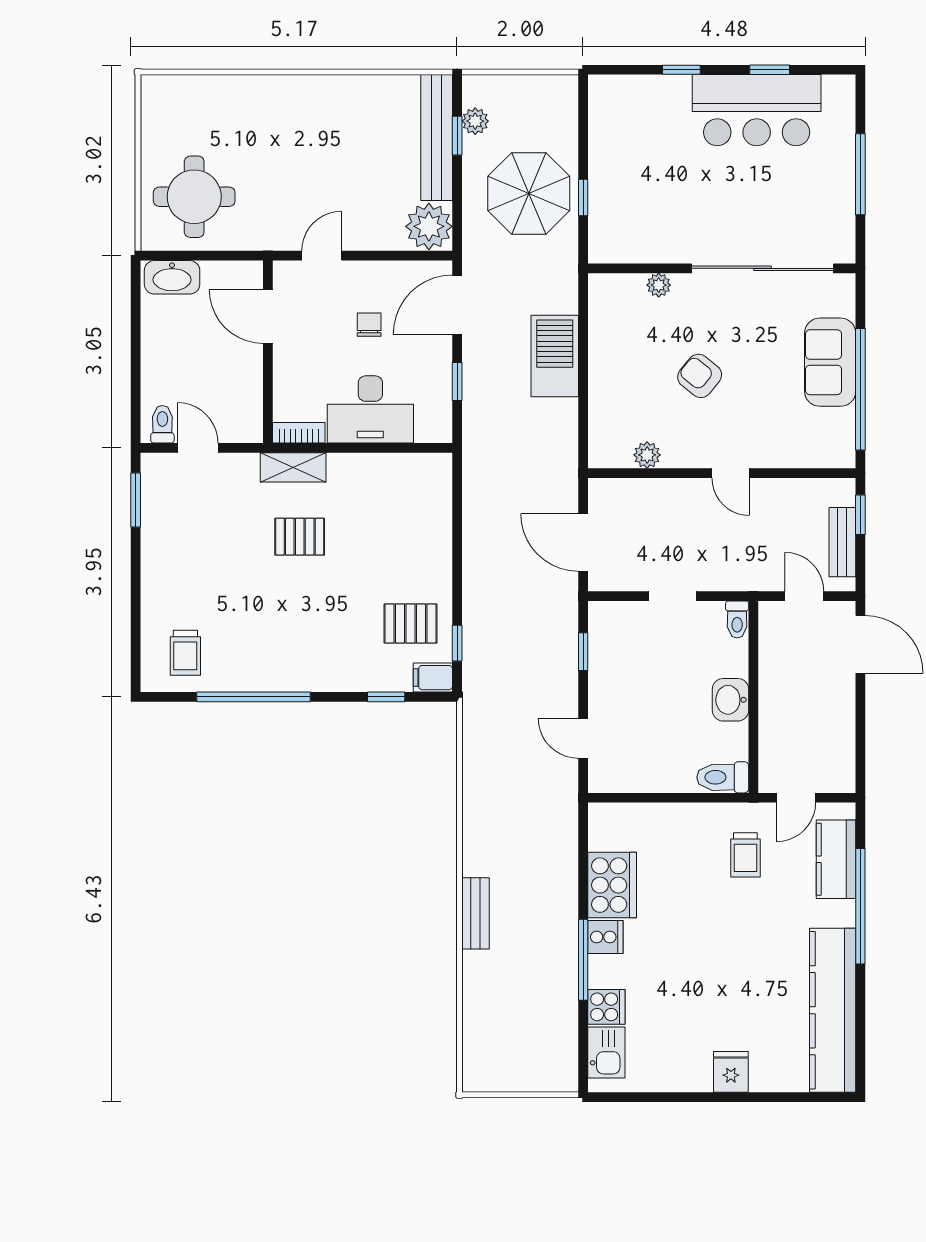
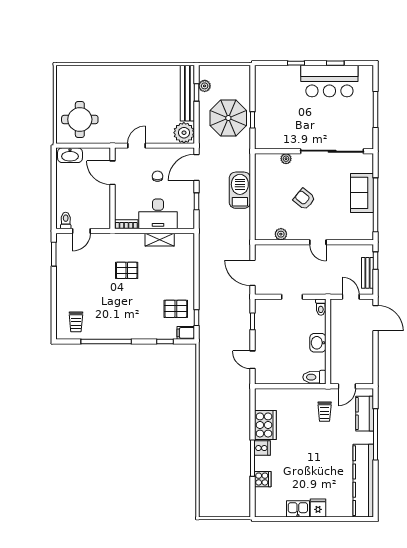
door: (198, 448) -> (81, 231), swing flipped
shelving: (293, 467) -> (160, 240), moved
bench: (475, 913) -> (205, 438), removed
kitchen sink: (606, 1053) -> (298, 509), moved, turned -90

